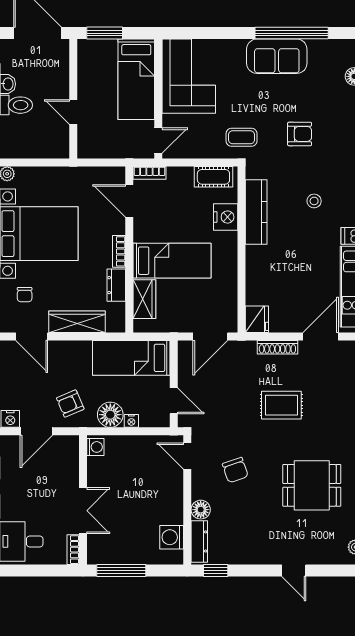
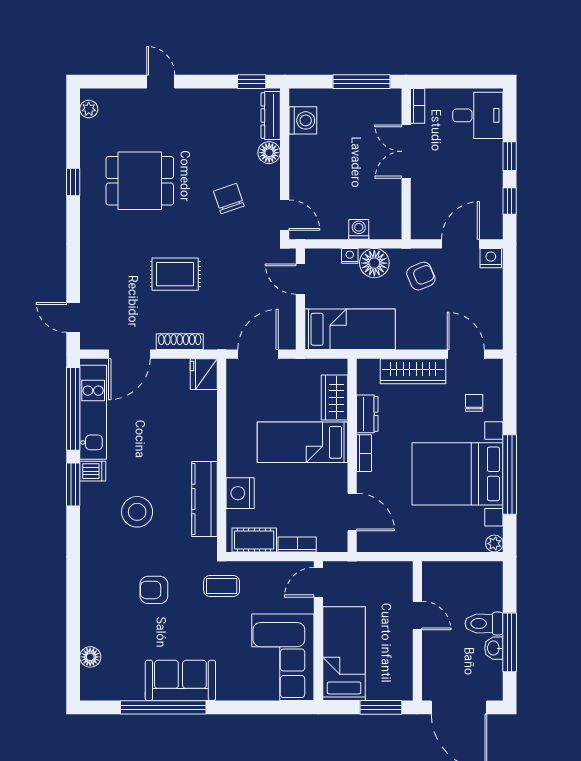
bookcase: (150, 173) -> (297, 544), moved
stool: (314, 201) -> (137, 512), width x1.89, depth x1.89
washing machine: (95, 447) -> (359, 229), moved, turned 90

